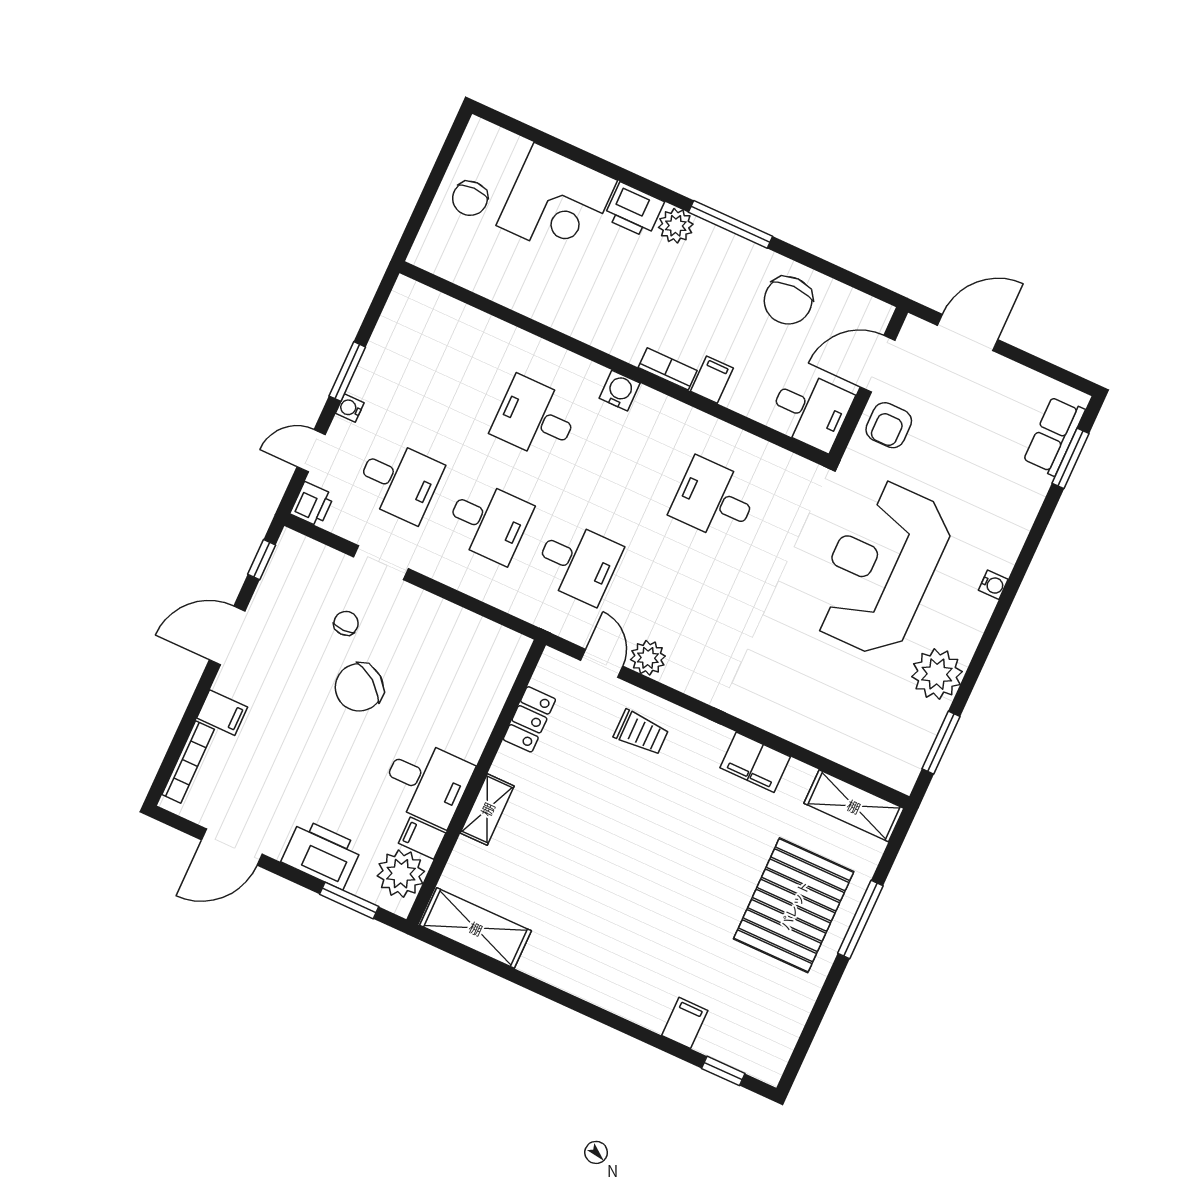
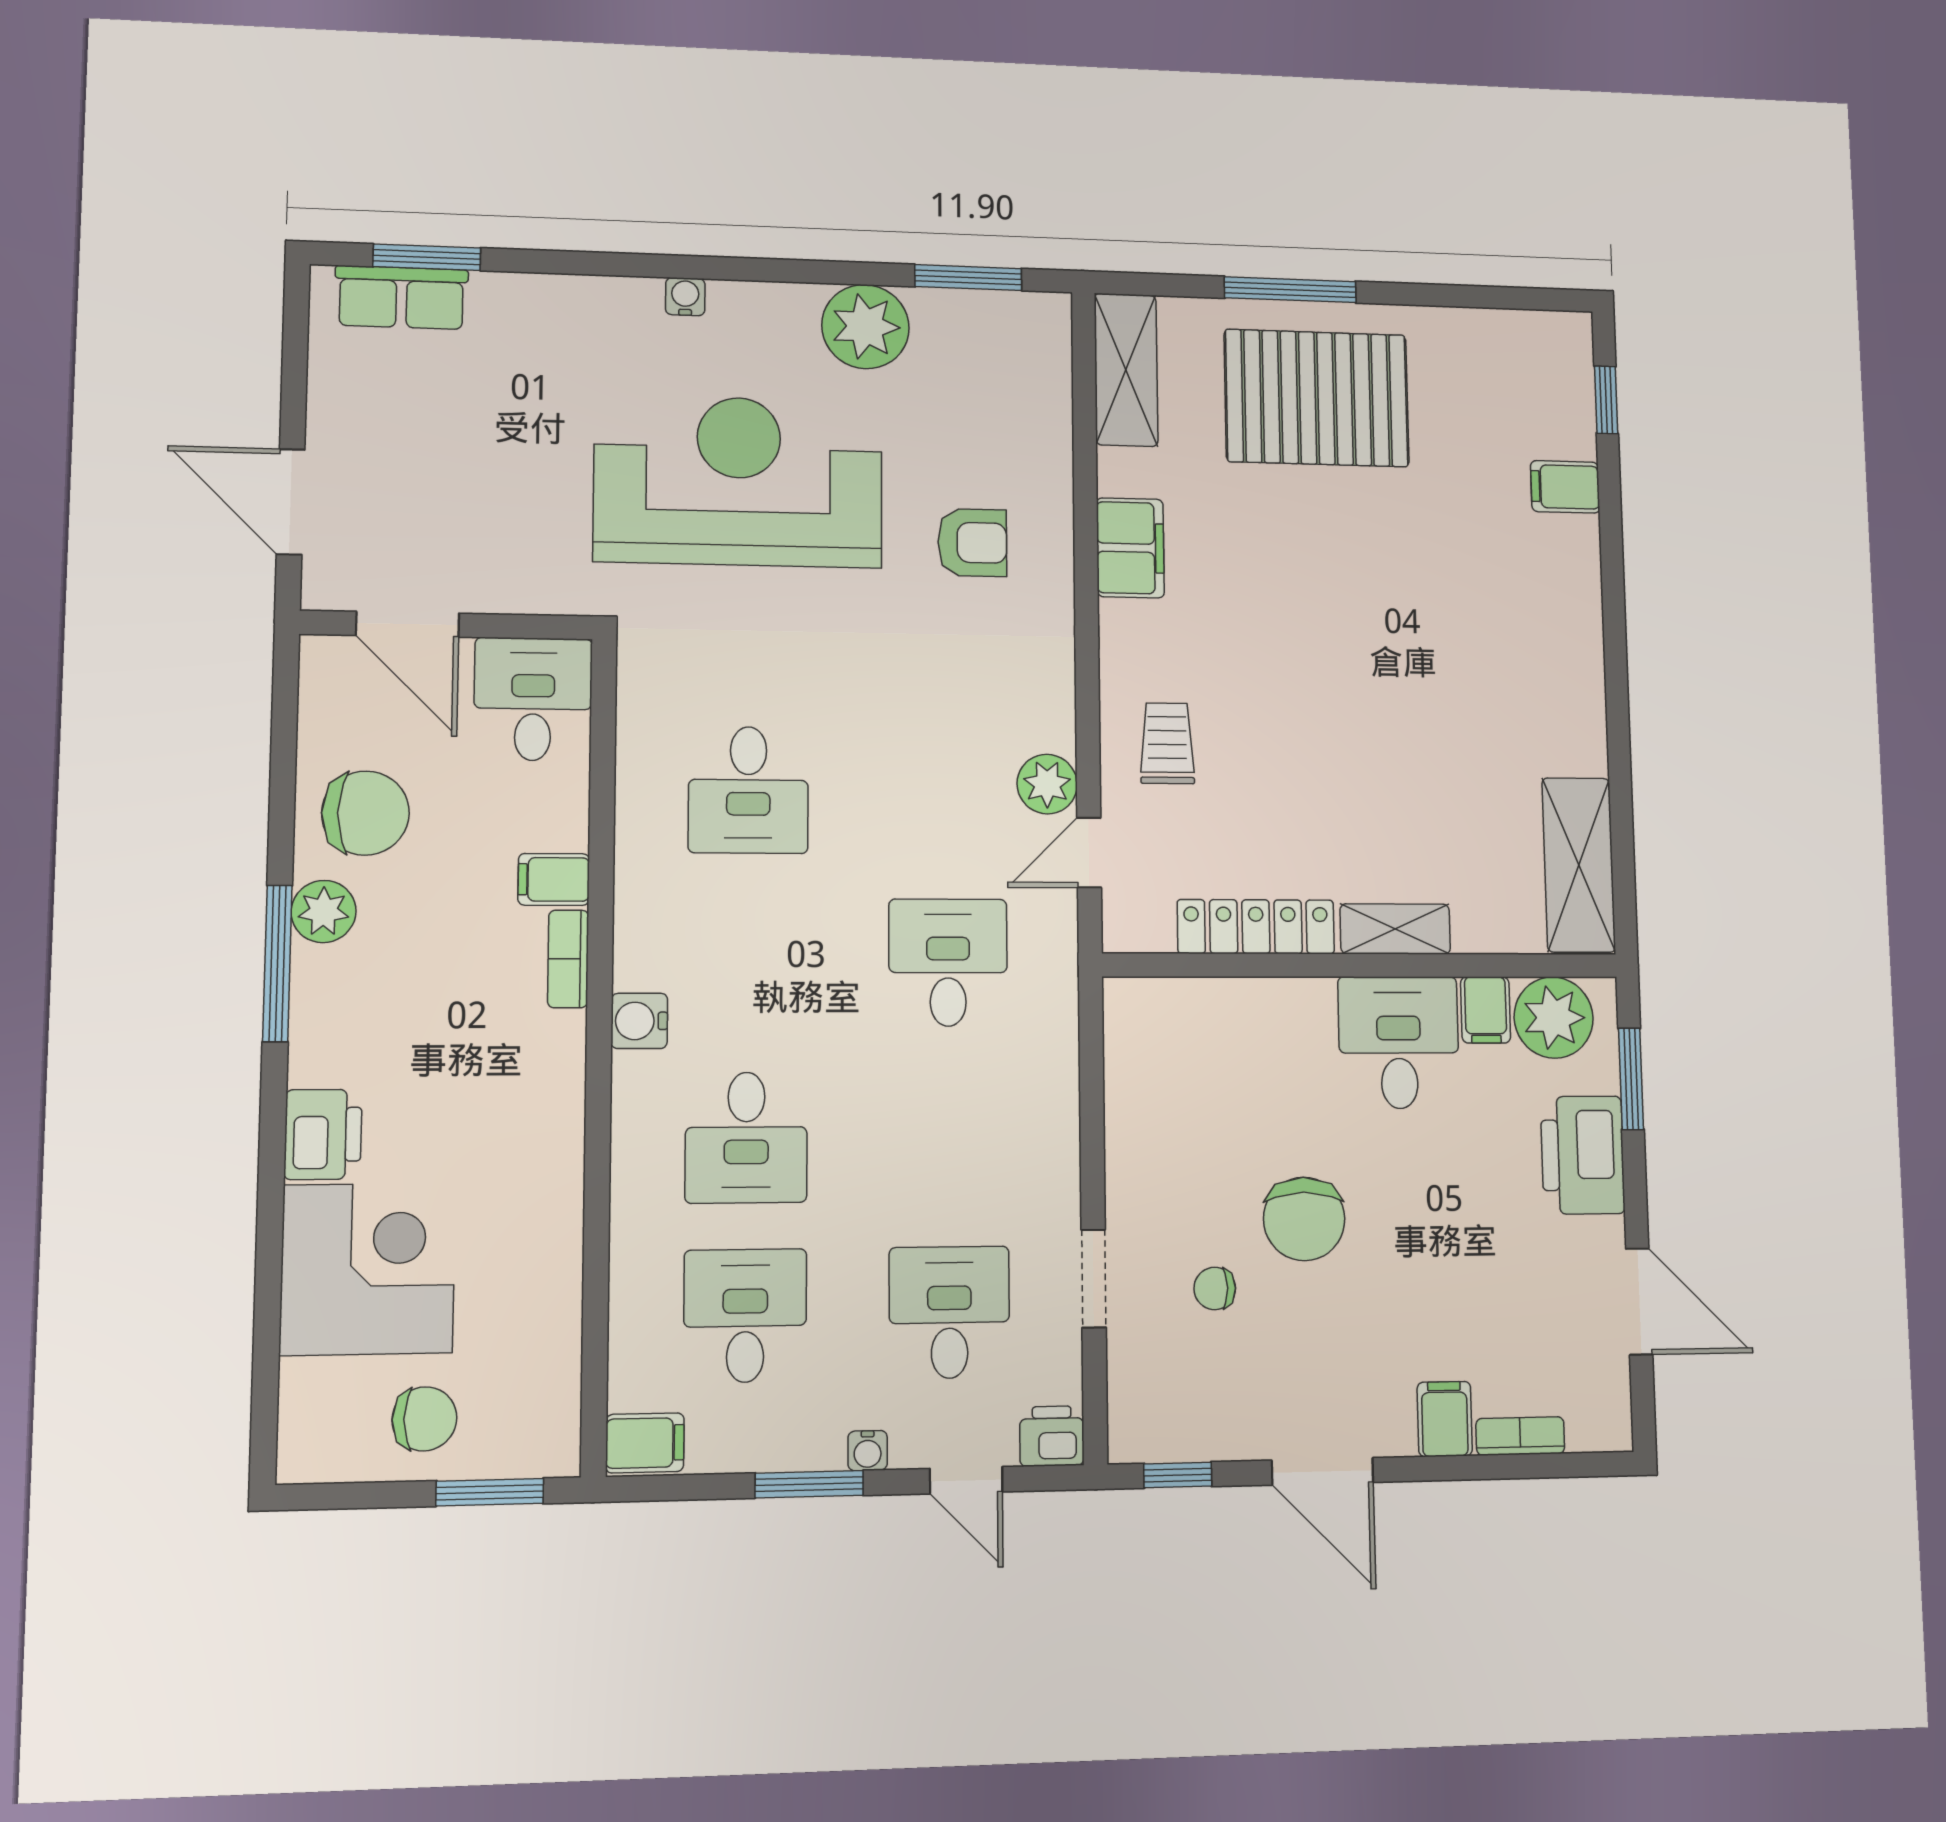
window: (419, 214) -> (490, 1492), added
plant: (676, 226) -> (324, 911), moved
filing cabinet: (407, 300) -> (645, 1443), added
armchair: (889, 425) -> (972, 543), moved
desk: (488, 522) -> (745, 1316), moved
reception desk: (881, 568) -> (739, 481), turned 180
chair: (359, 687) -> (1304, 1219), turned 53
locker: (529, 719) -> (1256, 927), width x1.53
bookcase: (188, 762) -> (1520, 1436), width x0.64

